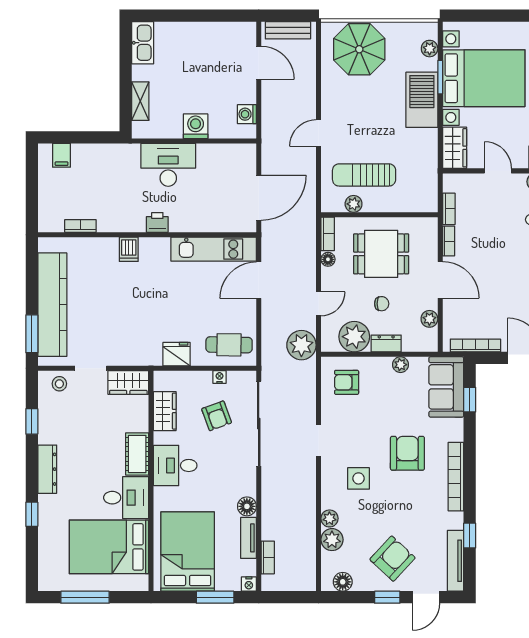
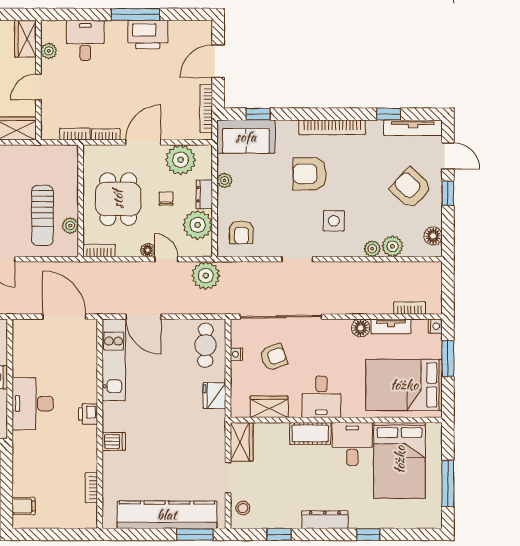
floor lamp: (328, 259) -> (148, 250), moved
plant: (429, 319) -> (181, 160), width x1.88, depth x1.88

